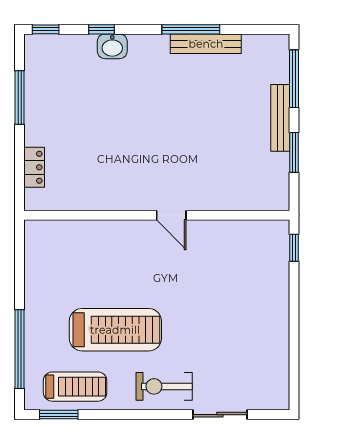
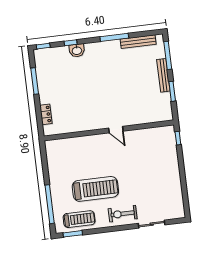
bench: (206, 44) -> (138, 42), moved

